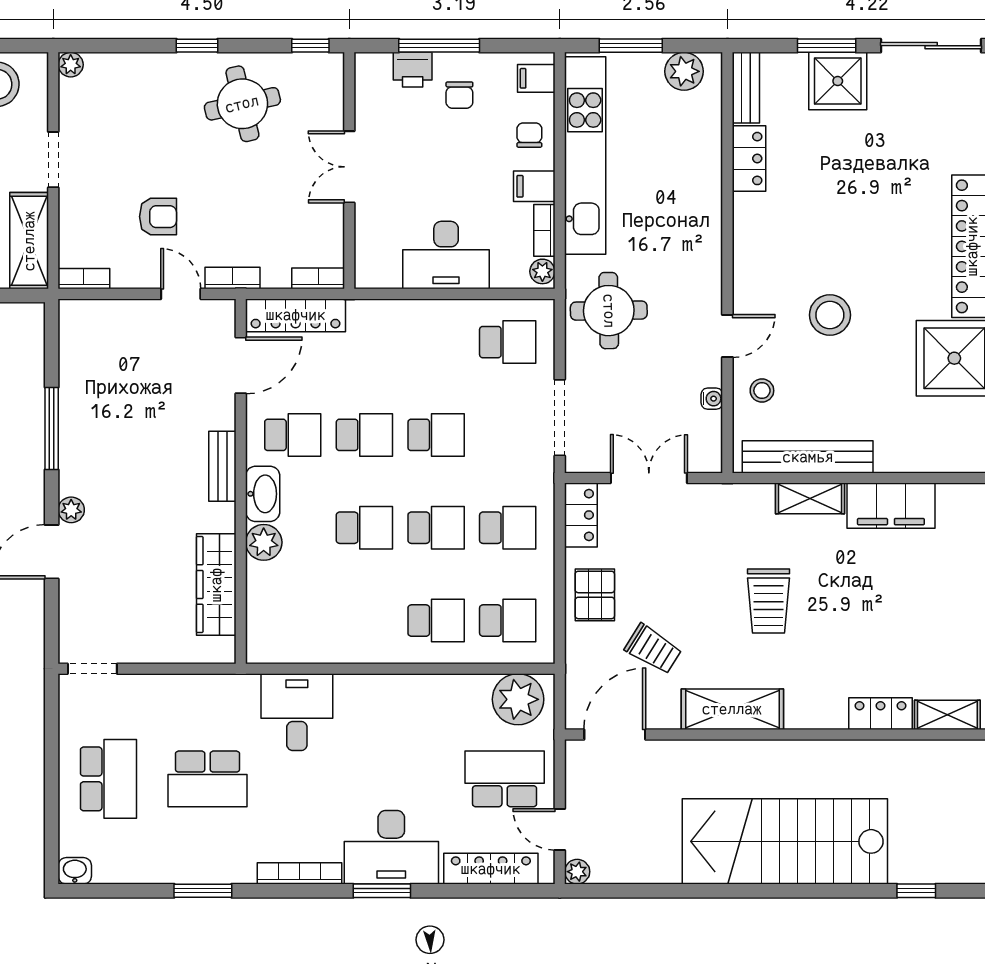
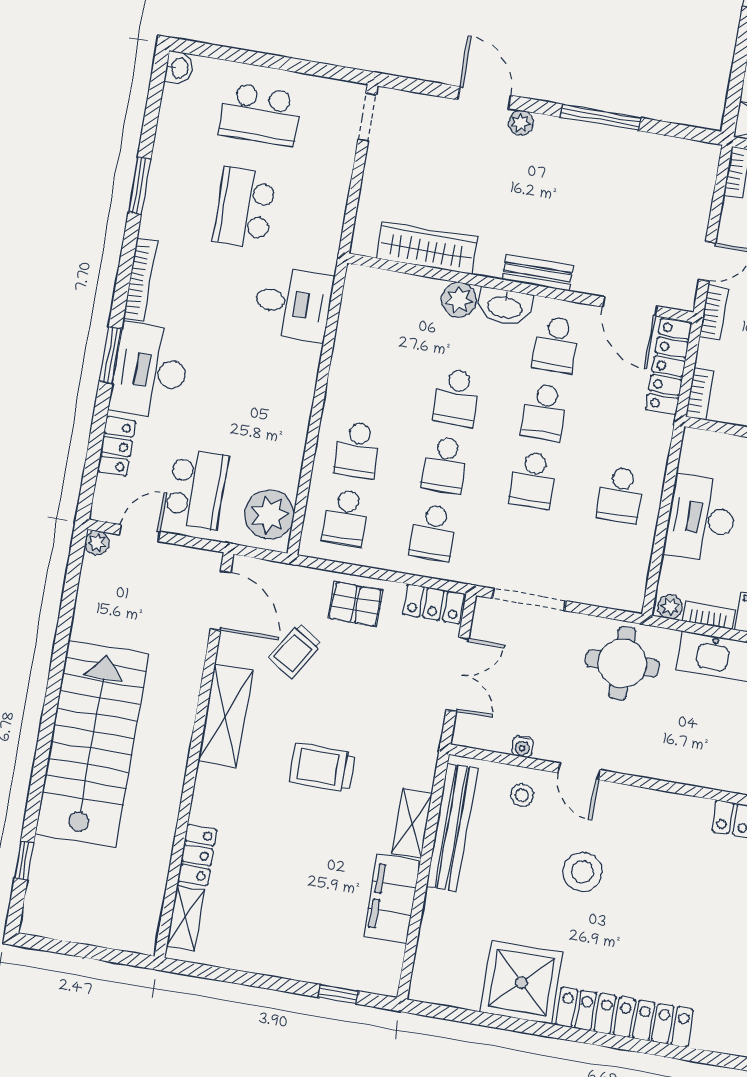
school desk: (508, 342) -> (620, 495), moved
locker: (491, 869) -> (116, 446), width x0.66

